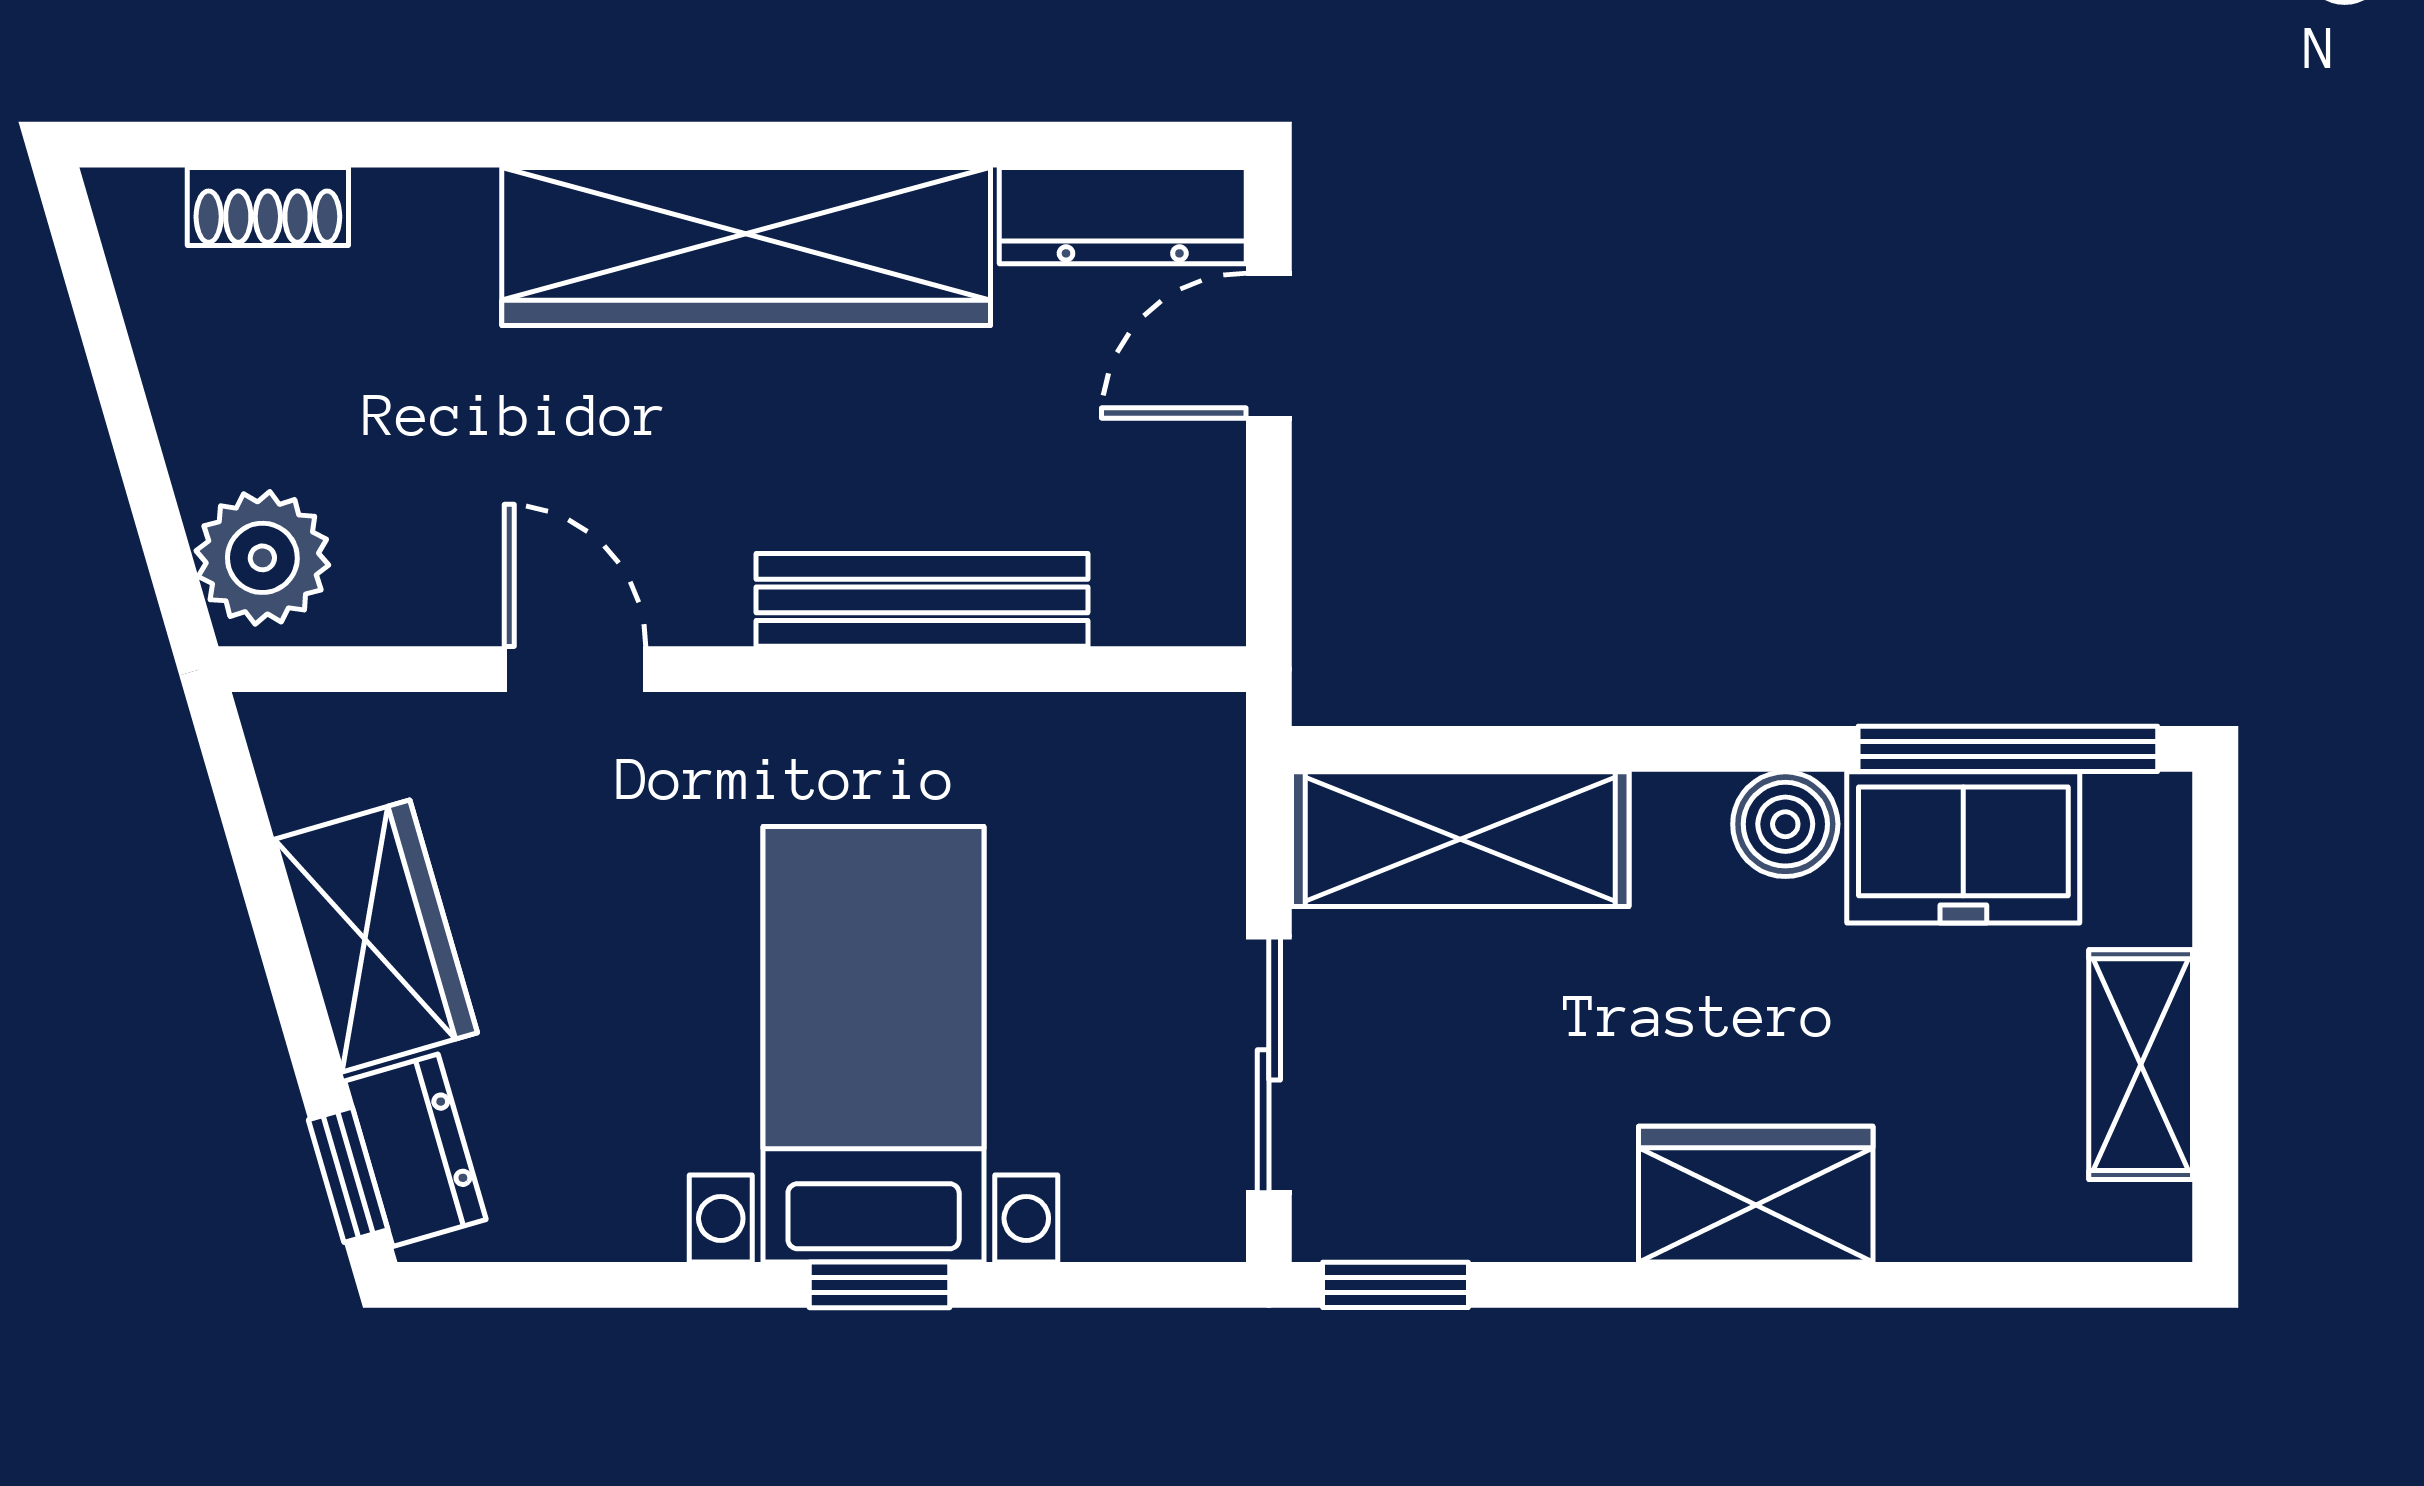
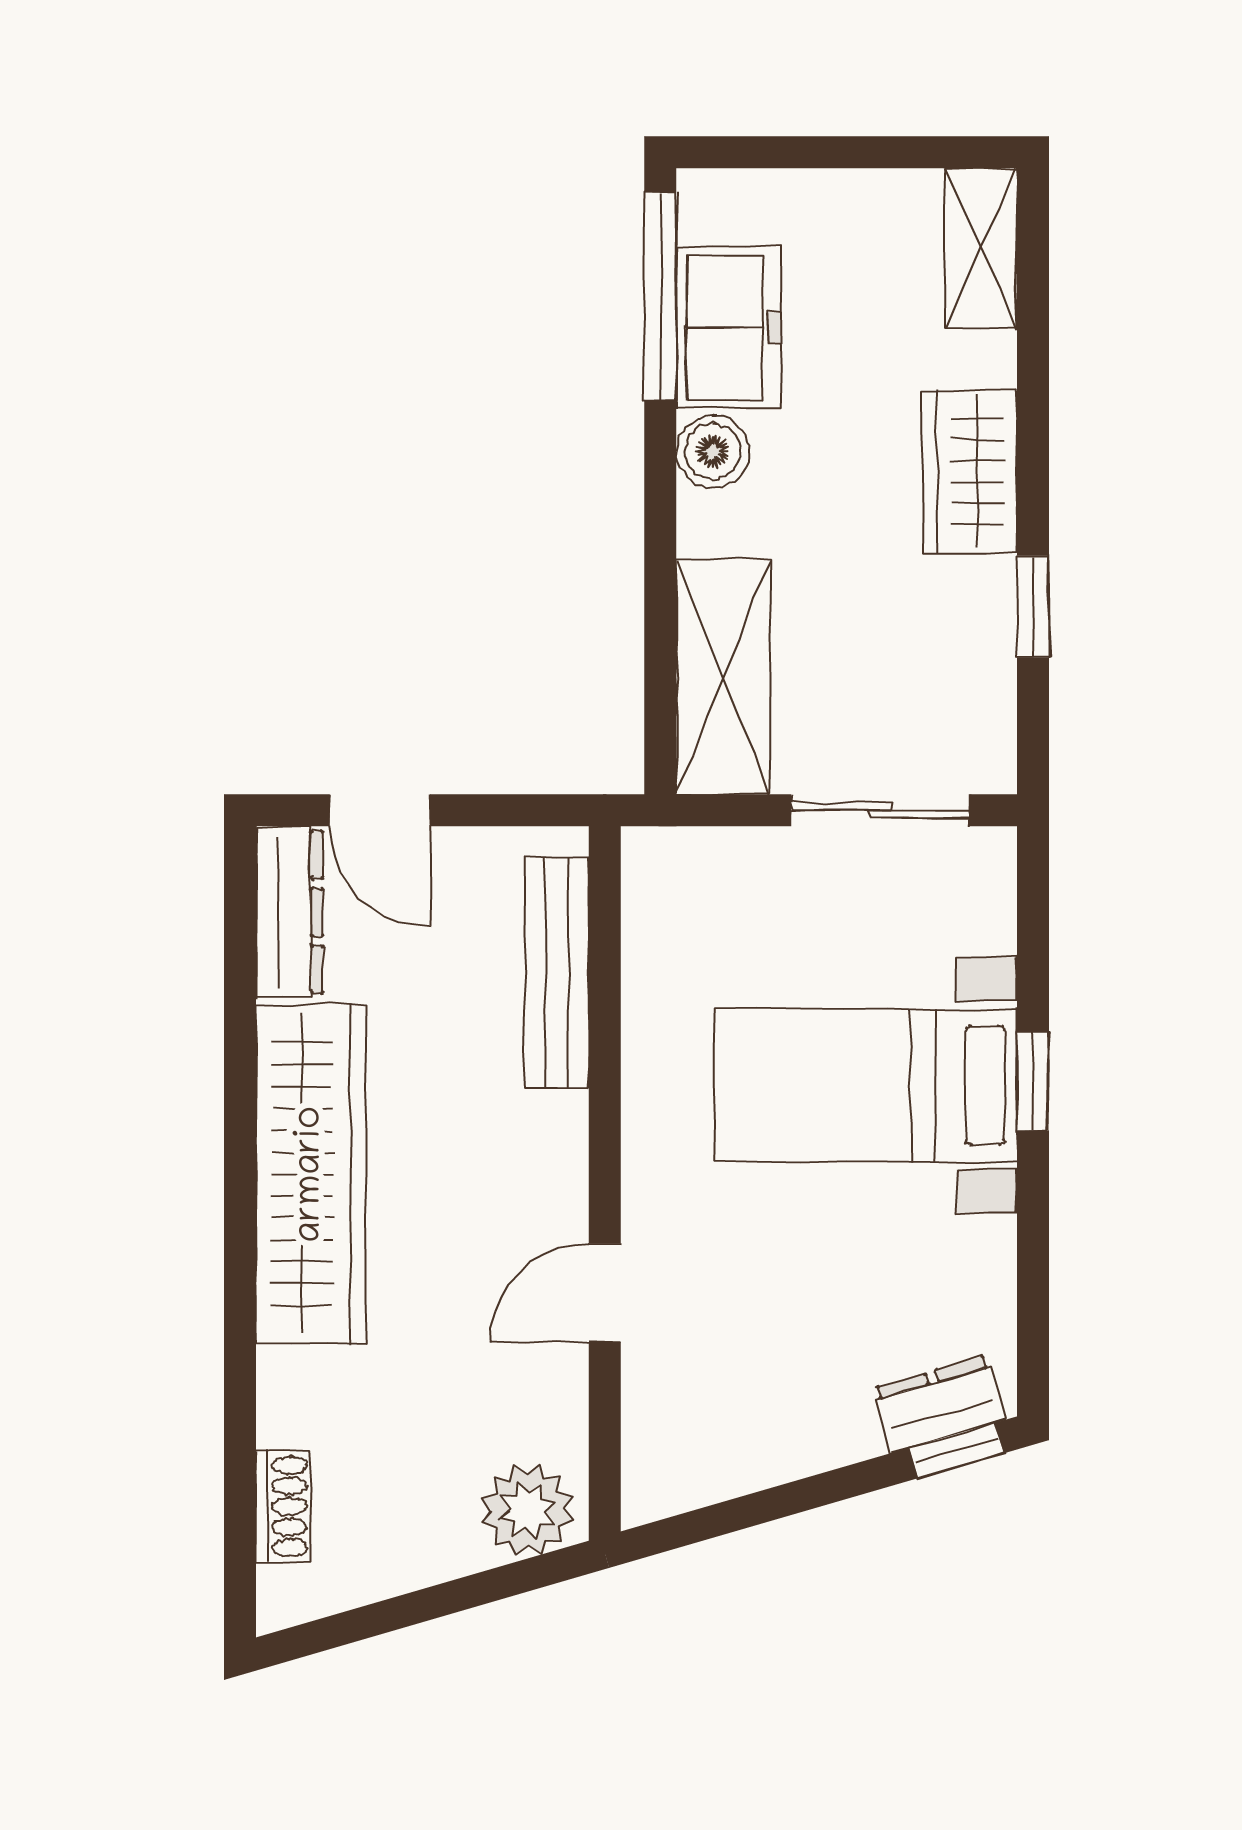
bench: (922, 600) -> (557, 973), moved
wardrobe: (376, 936) -> (790, 1431), removed
shelving: (2141, 1065) -> (981, 248), moved, turned 90
window: (1396, 1285) -> (1033, 607), moved

